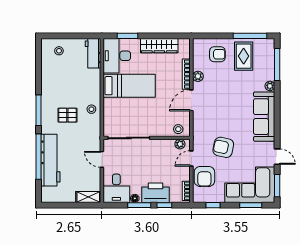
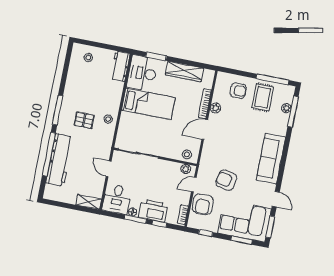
plant: (270, 86) -> (286, 108), moved

